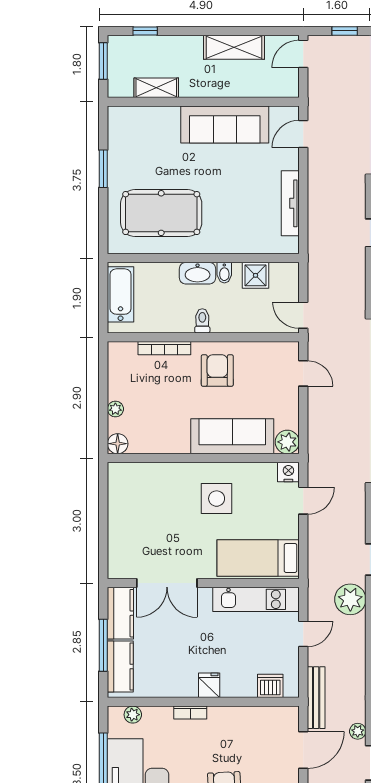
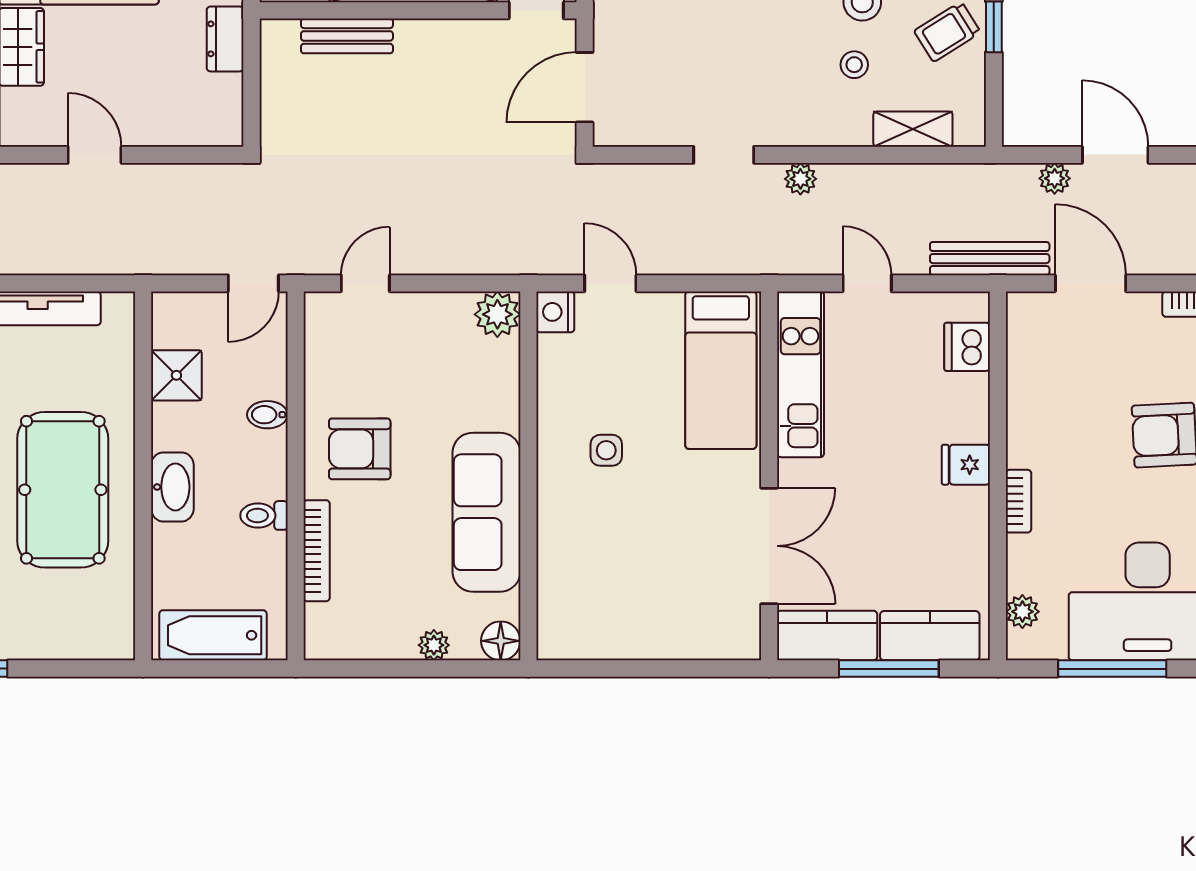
pool table: (161, 213) -> (63, 490), moved
bidet: (224, 273) -> (267, 415), moved, turned 180
toilet: (202, 321) -> (264, 515), moved
sofa: (232, 436) -> (486, 512), moved
side table: (217, 499) -> (606, 450), width x0.54, depth x0.54
plant: (350, 599) -> (800, 179), width x0.53, depth x0.53

